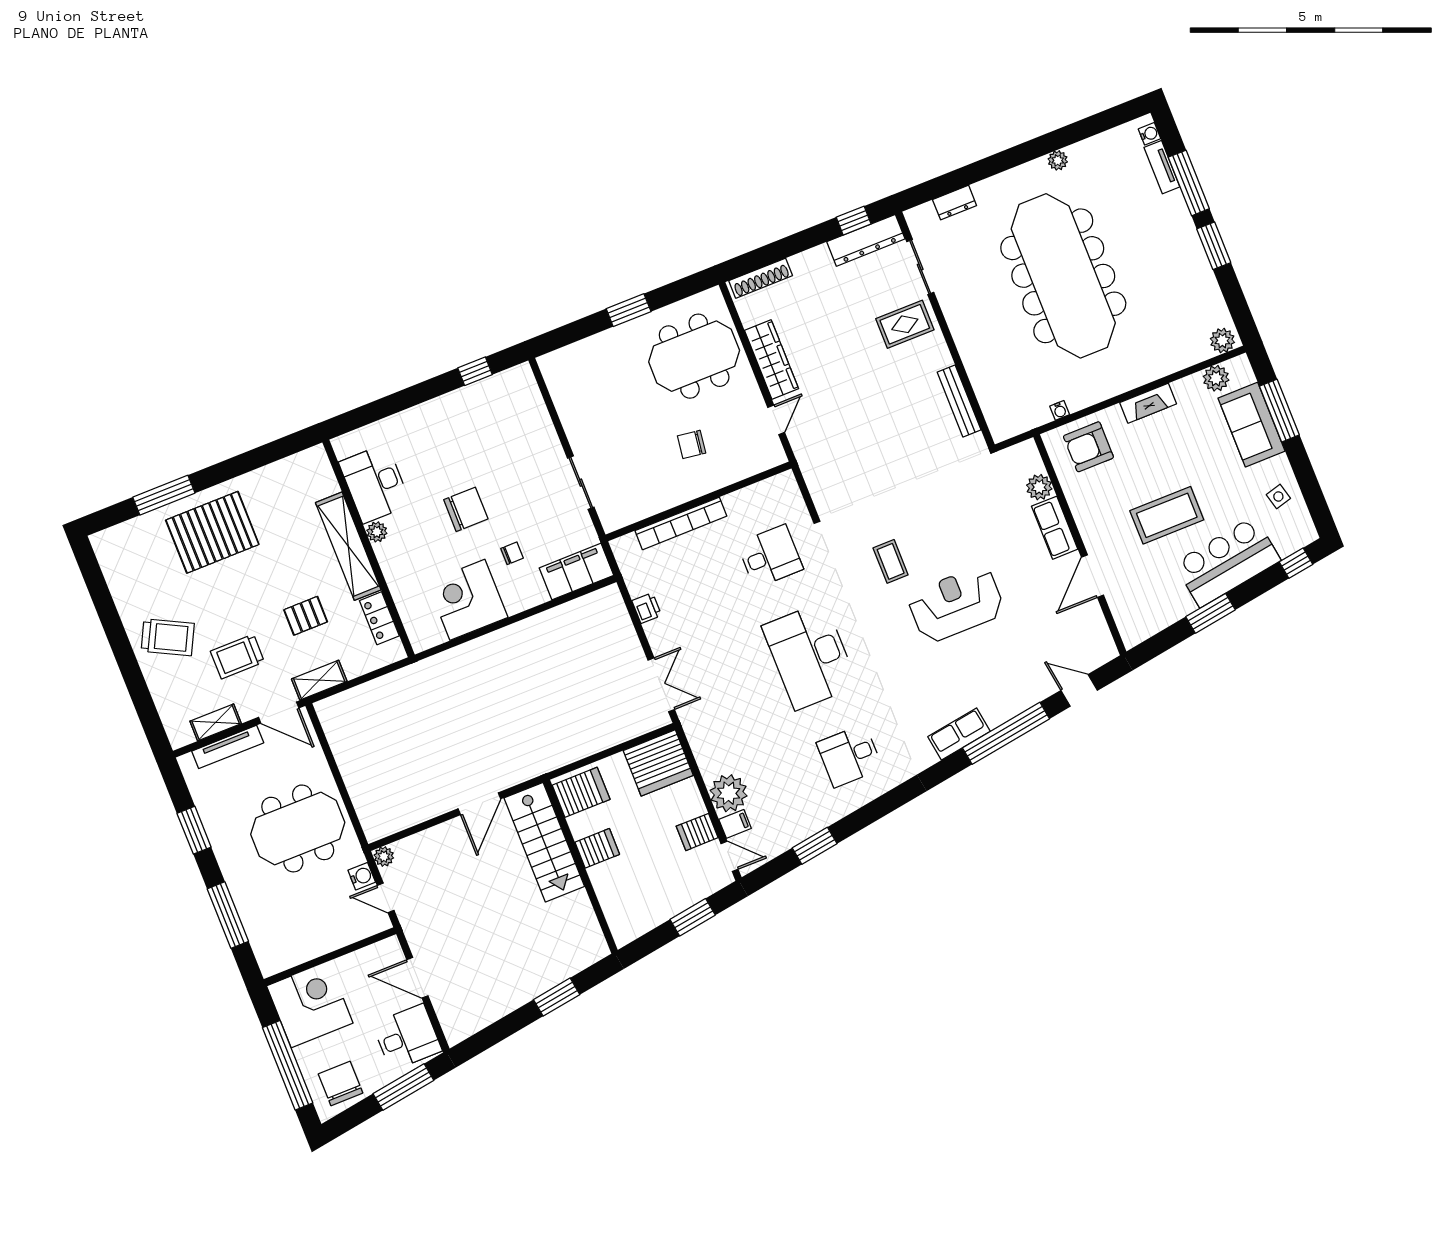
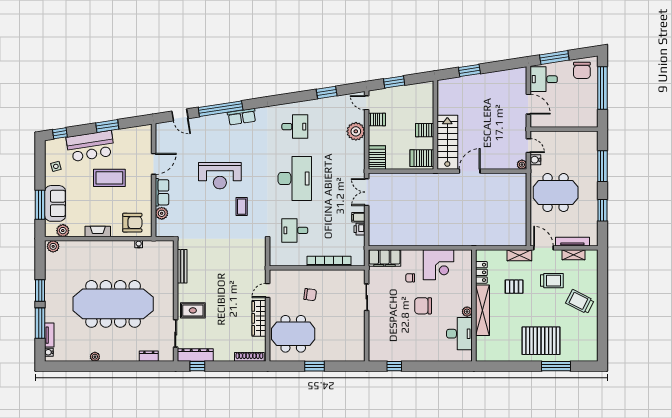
meeting table: (1063, 276) -> (113, 304), turned 90
server rack: (658, 763) -> (377, 158), width x0.62
filing cabinet: (735, 824) -> (358, 217), moved
corner desk: (310, 1005) -> (582, 111), removed

